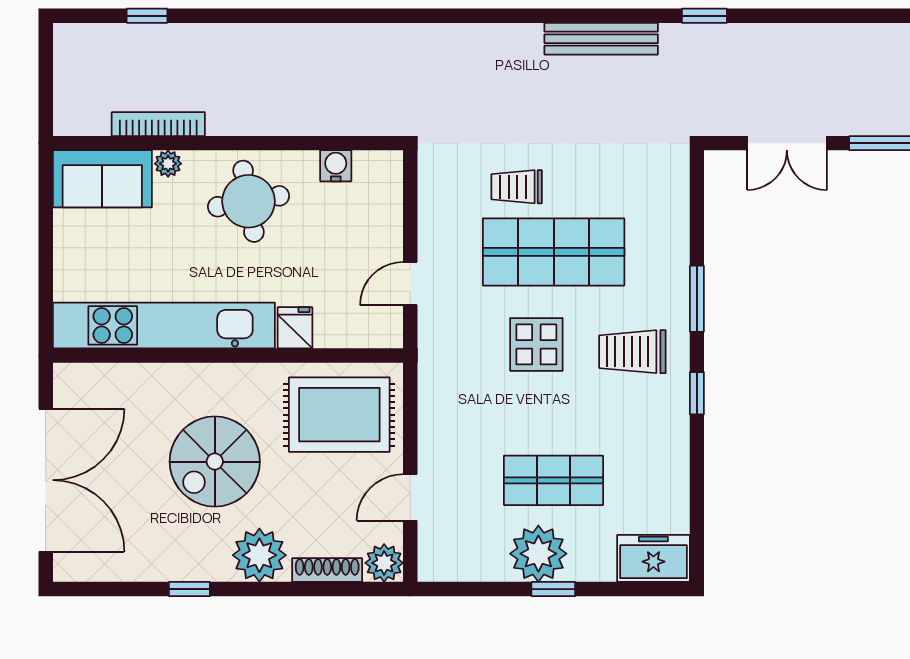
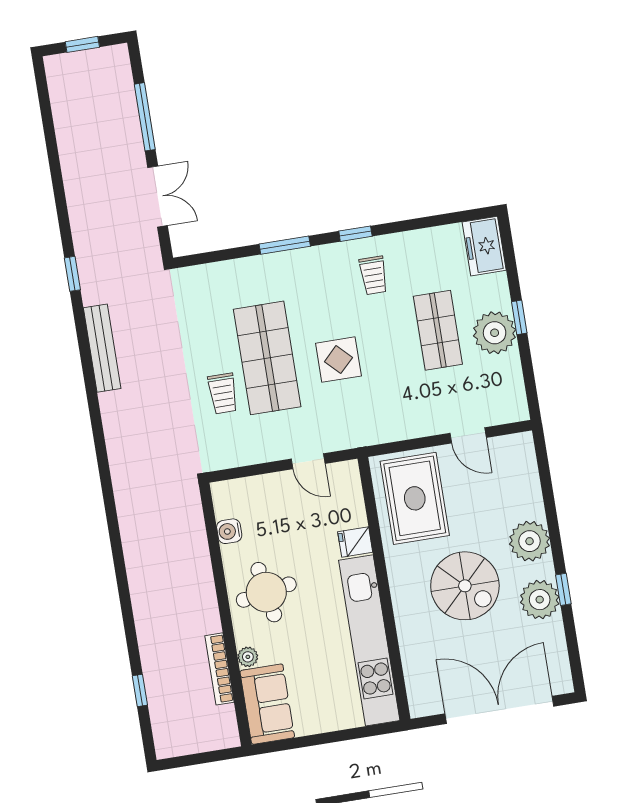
trolley: (632, 352) -> (373, 275), moved, width x0.73, depth x0.72
plant: (384, 563) -> (540, 600), moved, width x1.36, depth x1.36
shoe rack: (327, 570) -> (532, 489), removed

